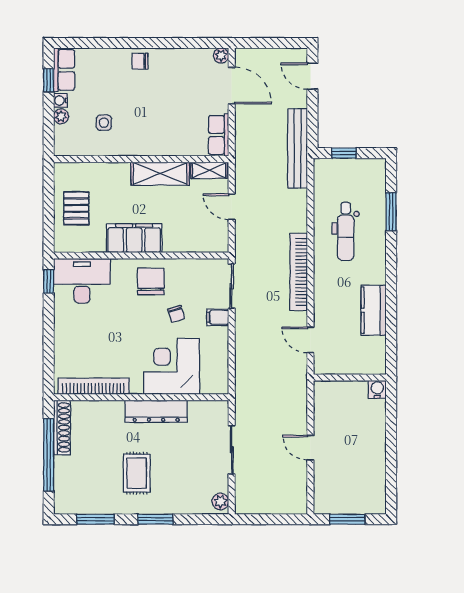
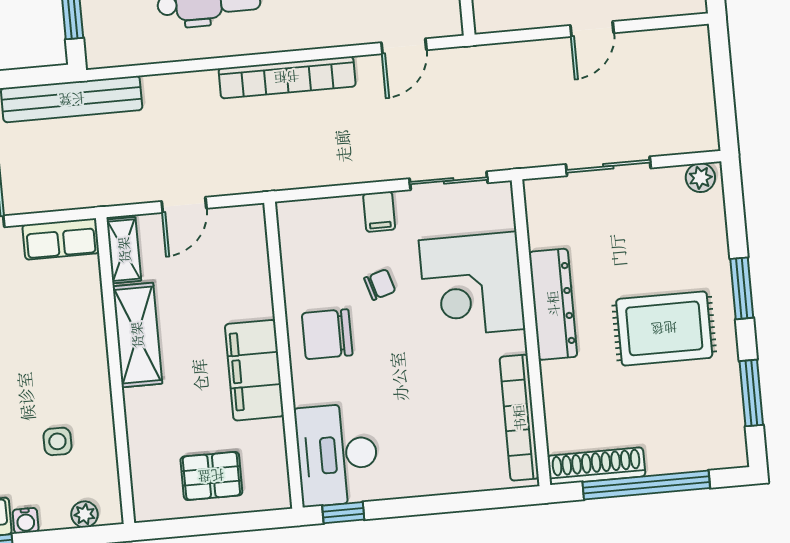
plant: (61, 116) -> (84, 514), moved
sliding door: (232, 286) -> (449, 181), moved
rug: (137, 473) -> (664, 328), width x1.36, depth x1.43

